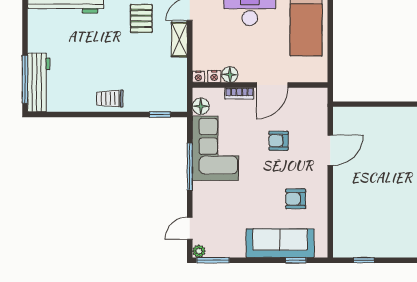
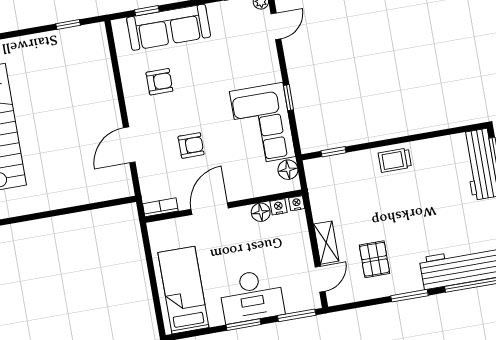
bookcase: (239, 93) -> (160, 207), moved
trolley: (110, 99) -> (395, 160), turned 180
window: (190, 167) -> (288, 98), width x0.46

